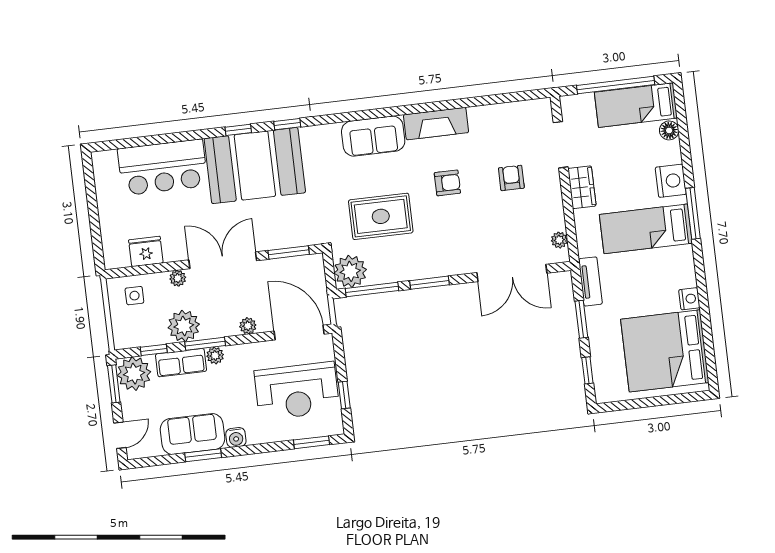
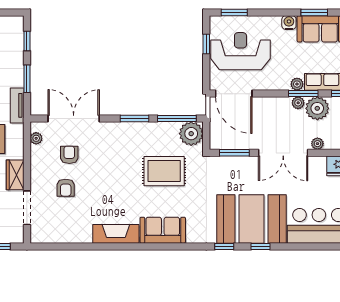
armchair: (447, 183) -> (69, 155), moved, turned 90
plant: (248, 326) -> (298, 103), moved

